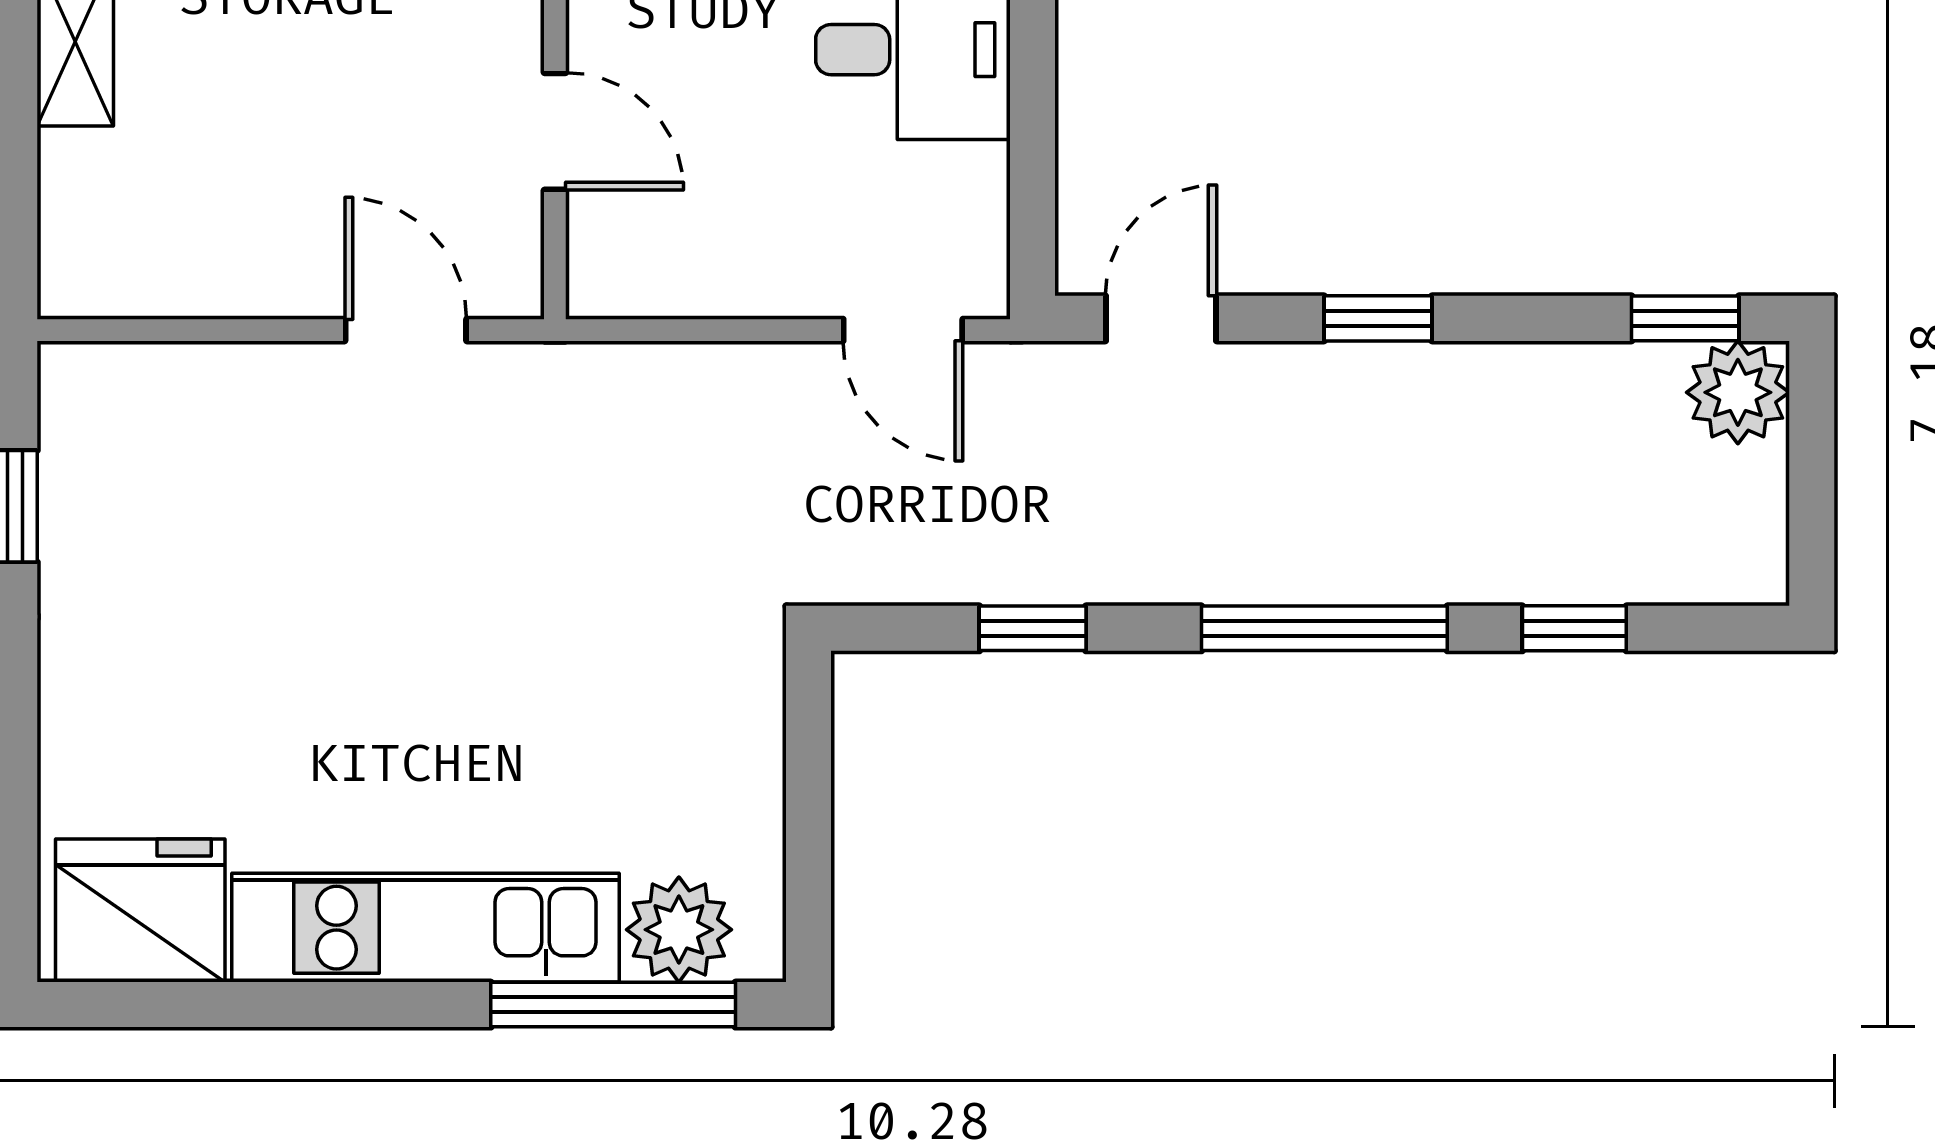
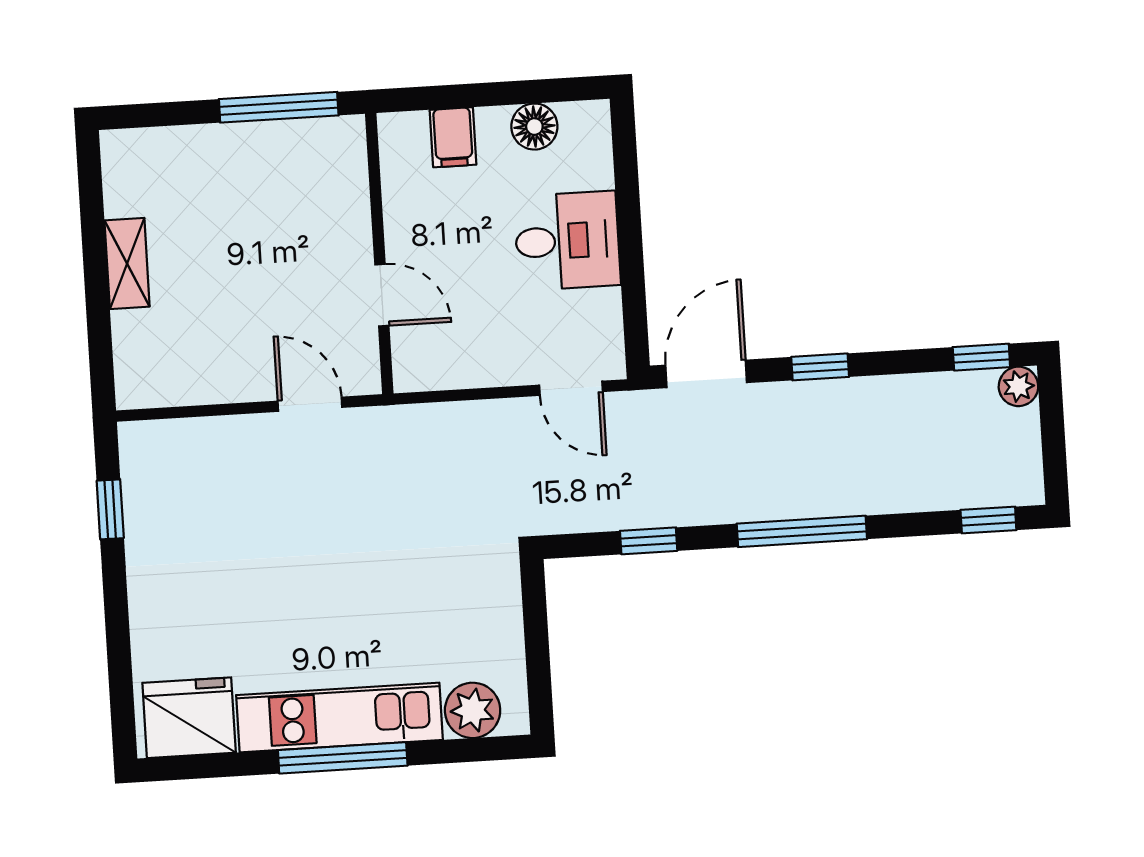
door: (1161, 318) -> (706, 374), width x1.37
plant: (1738, 392) -> (1018, 386), width x0.73, depth x0.73
window: (1574, 628) -> (988, 520), moved
window: (613, 1005) -> (343, 758), moved

